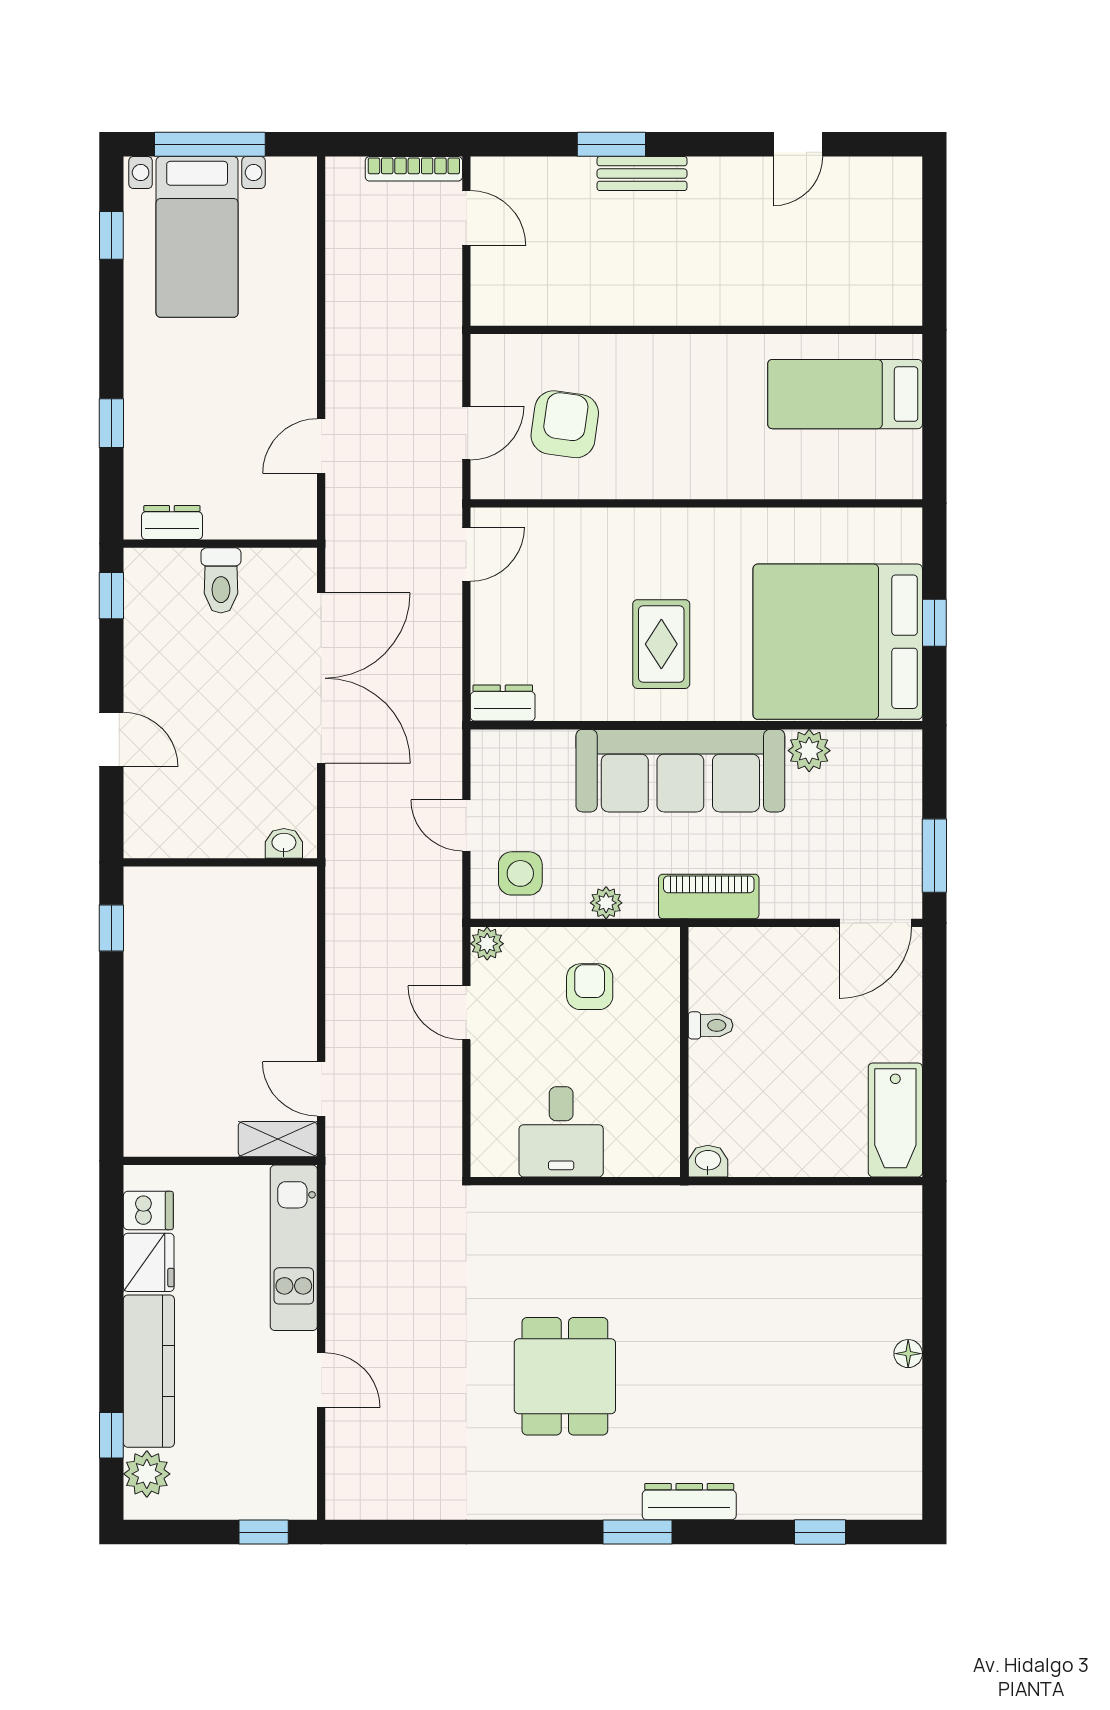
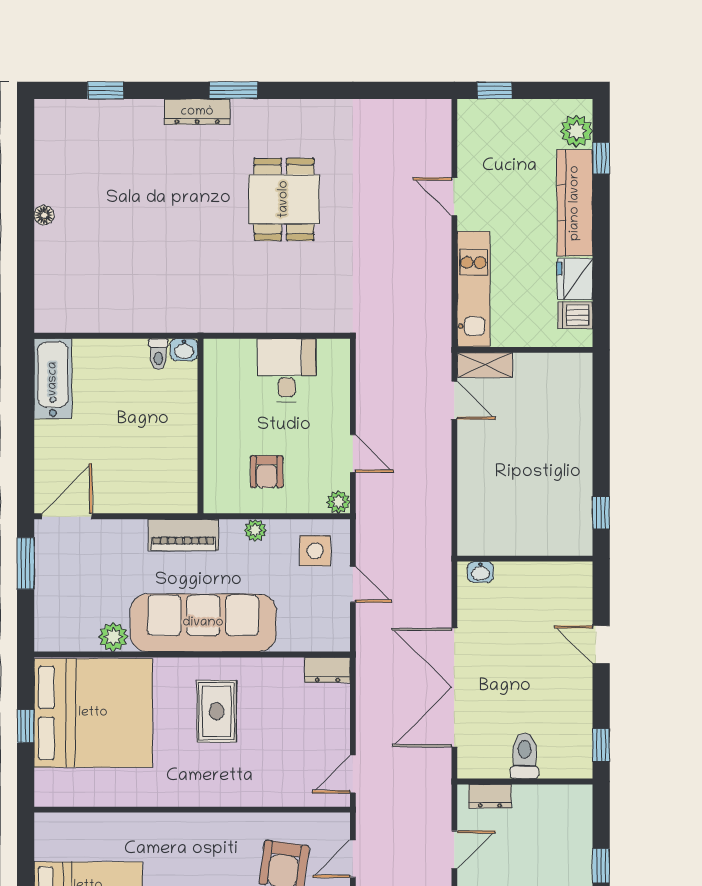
dresser: (172, 523) -> (490, 796), moved
toilet: (711, 1025) -> (158, 354), moved, turned -90

